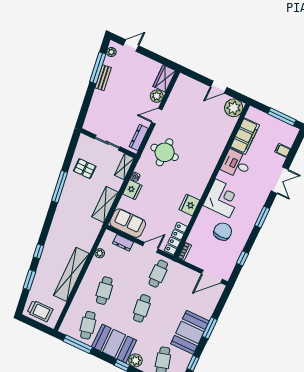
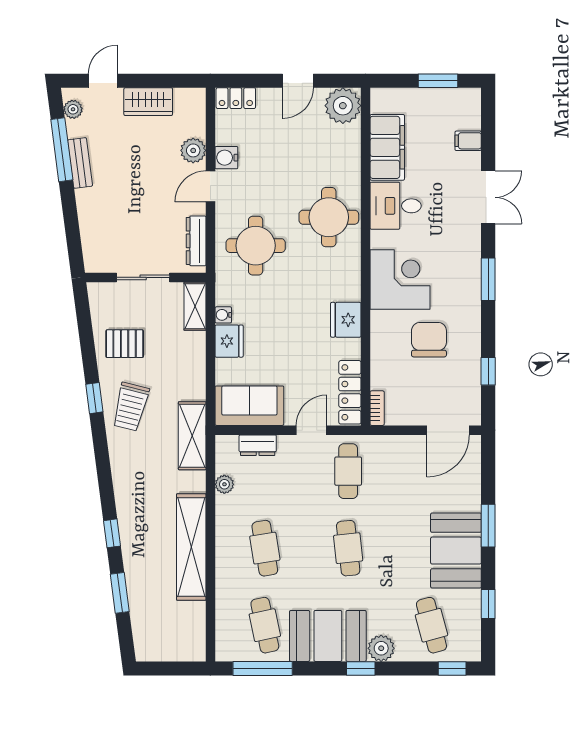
wardrobe: (164, 78) -> (148, 102), moved, turned -90
locker: (187, 82) -> (236, 98), added
water cooler: (170, 106) -> (226, 158), added
window: (282, 117) -> (438, 81), width x0.69
round table: (204, 155) -> (329, 217), added
window: (59, 187) -> (94, 398), width x0.46
shelving: (105, 204) -> (192, 436), moved
trolley: (40, 311) -> (131, 407), moved, turned 104

